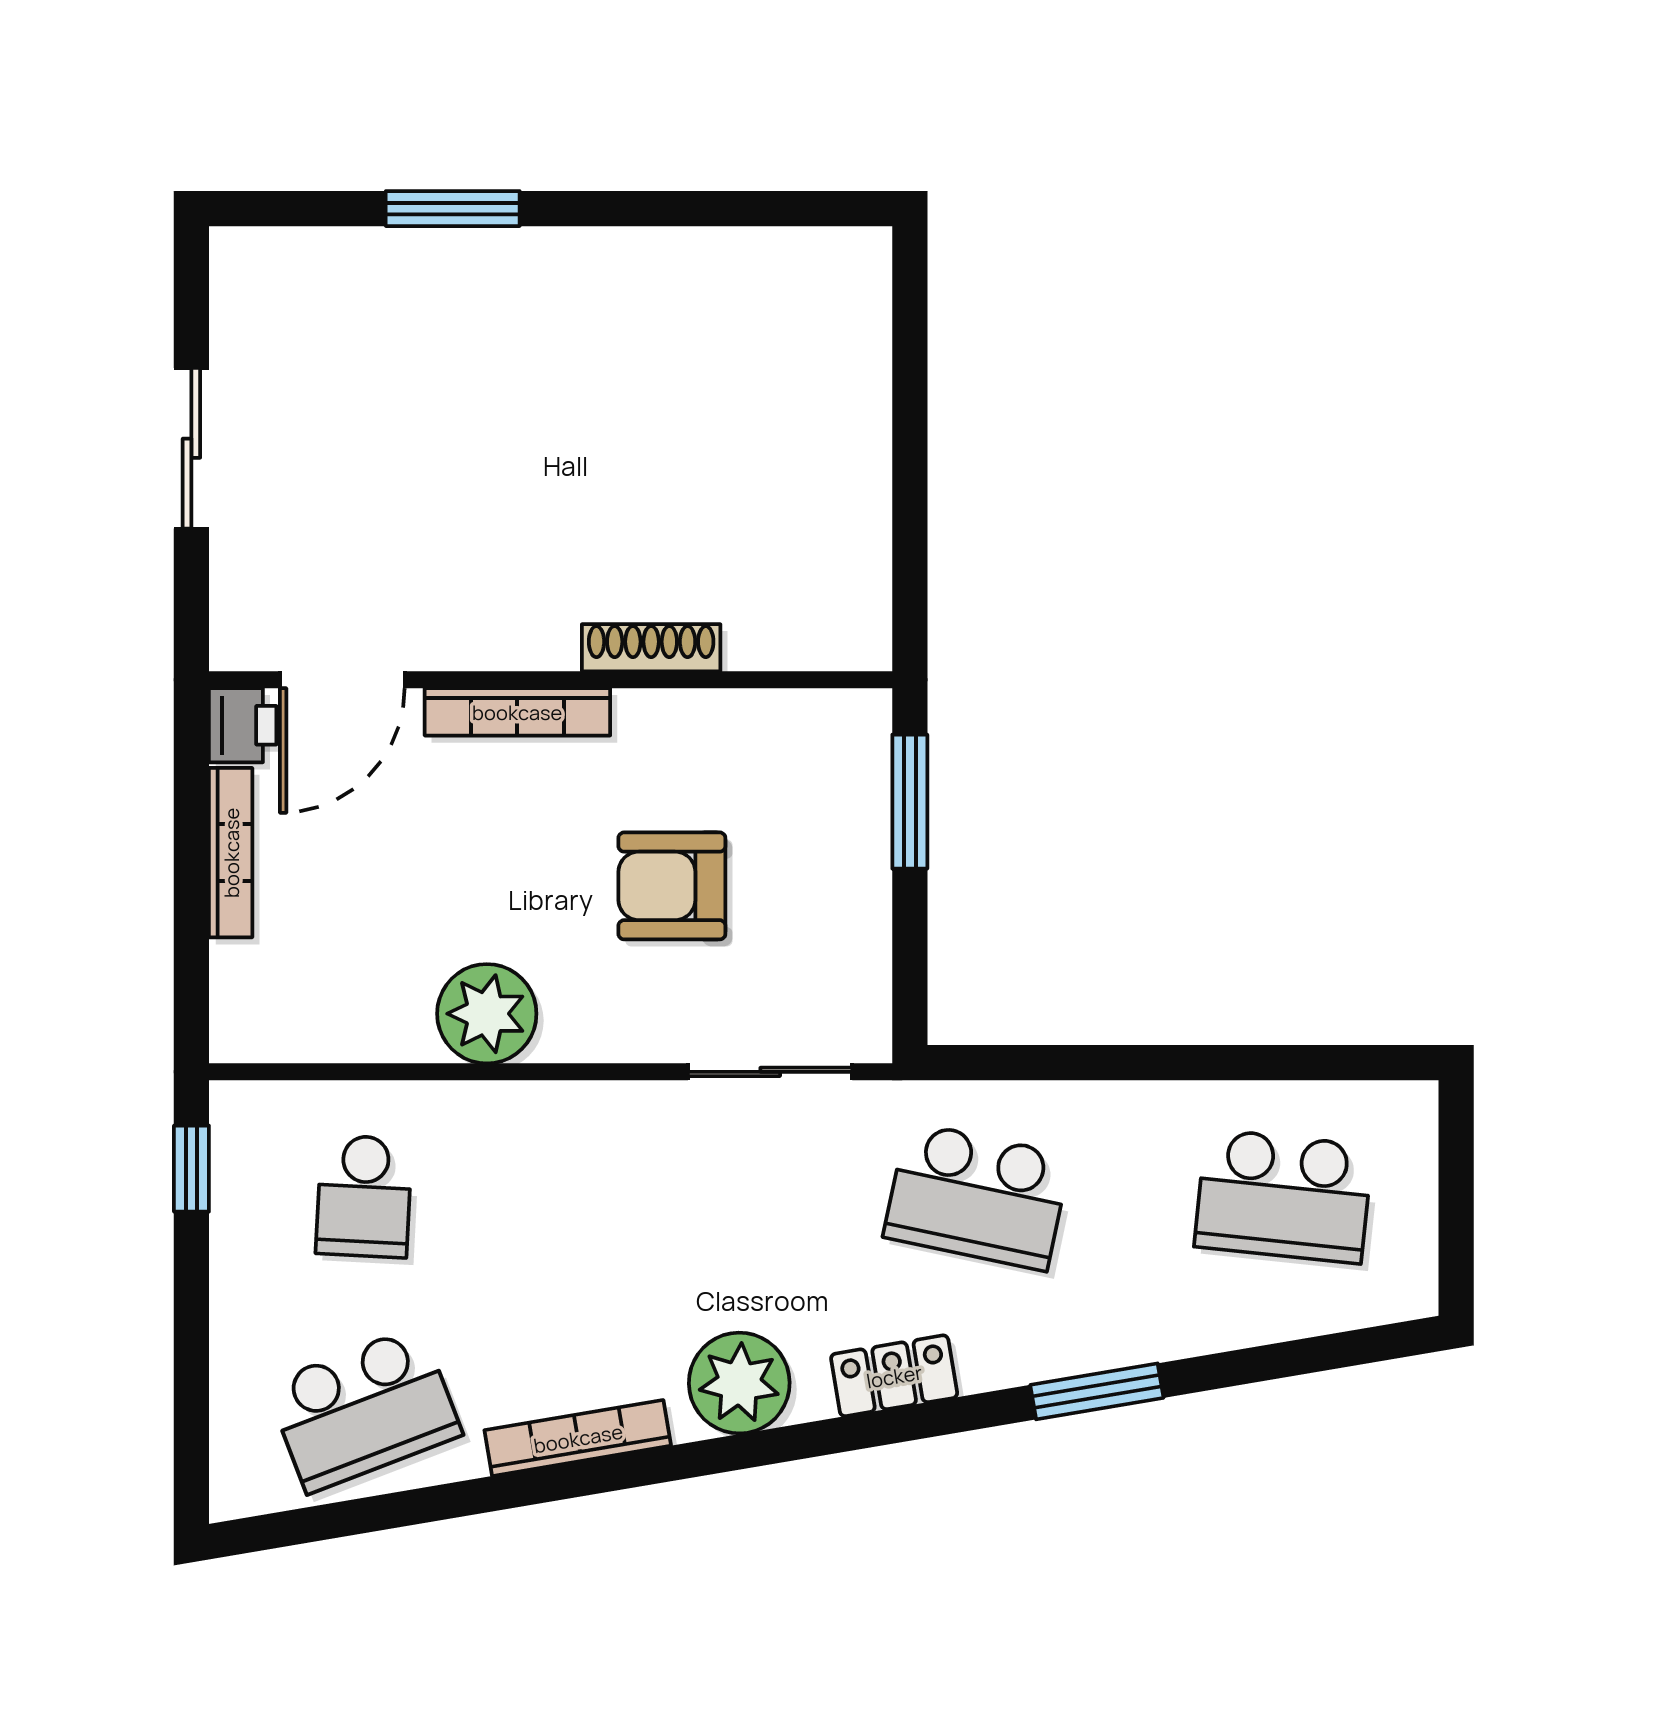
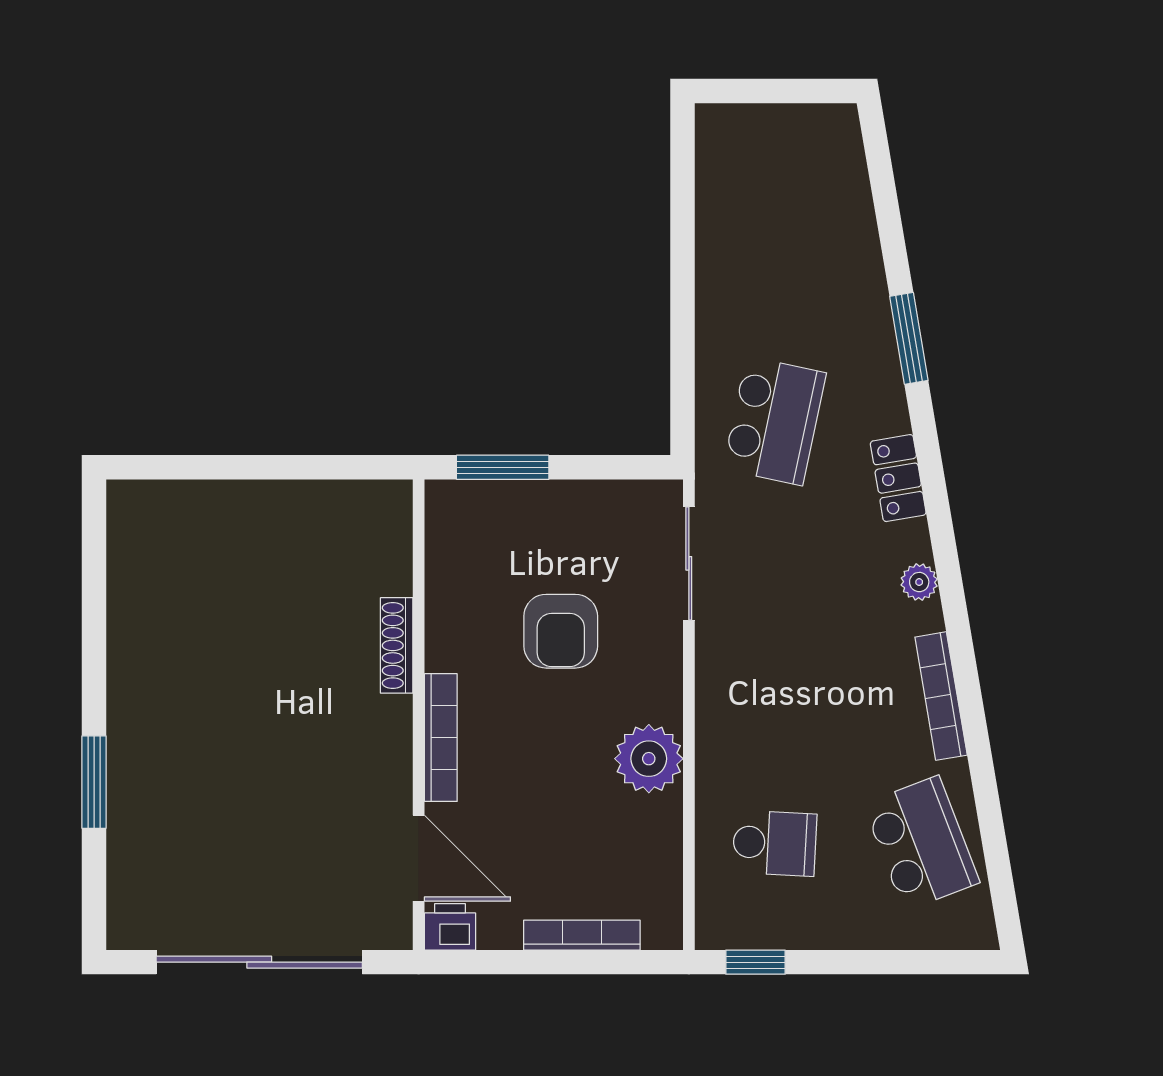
sliding door: (191, 448) -> (259, 962), width x1.86
bookcase: (231, 853) -> (582, 935), moved
school desk: (1284, 1196) -> (775, 210), removed
plant: (739, 1383) -> (919, 582), width x0.53, depth x0.53

